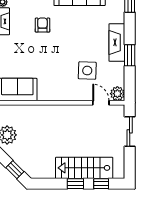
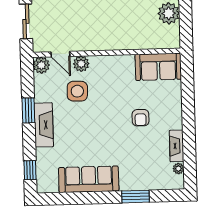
armchair: (42, 25) -> (141, 118), moved
plant: (83, 94) -> (81, 64), added

